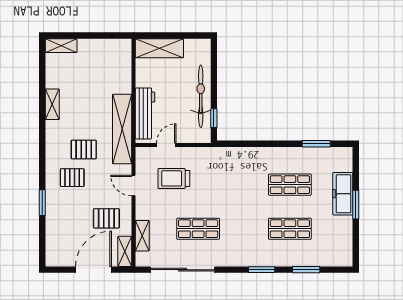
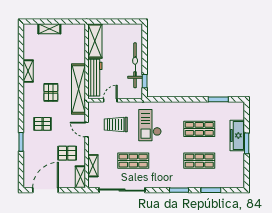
shelving: (61, 46) -> (49, 29), moved
shelving: (159, 48) -> (95, 41), moved, turned 90
pallet: (84, 150) -> (51, 92), moved, turned 90
checkout: (222, 179) -> (150, 125), added
door: (93, 270) -> (46, 190), moved

